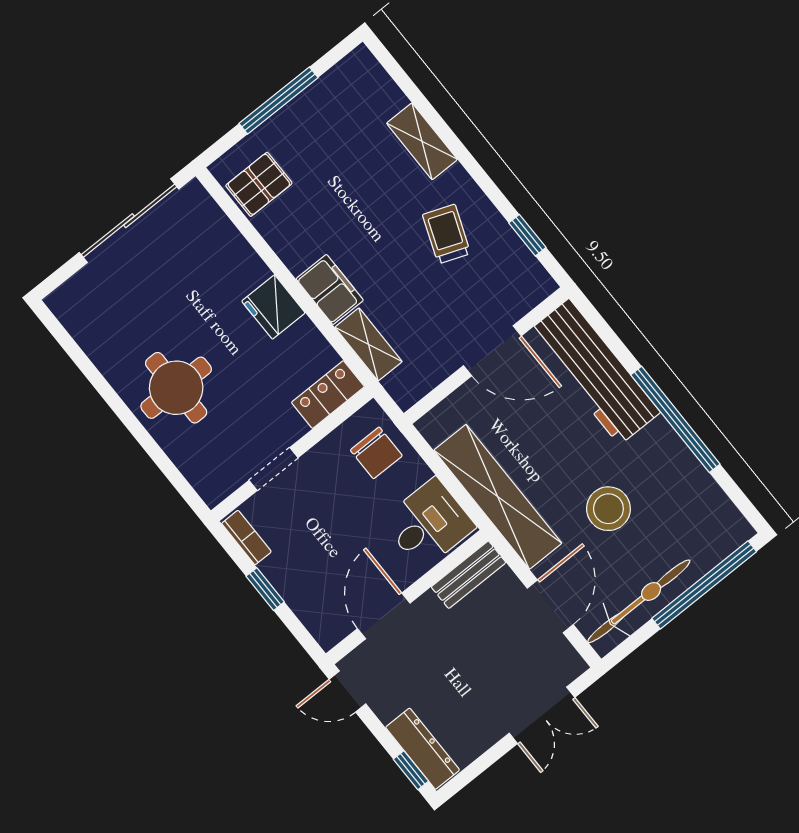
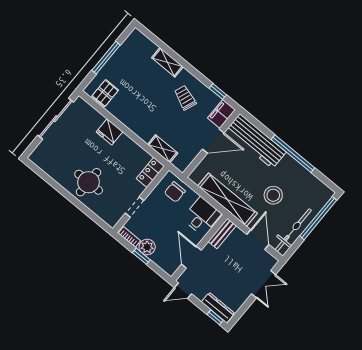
filing cabinet: (330, 289) -> (221, 114), moved, turned -90
fridge: (273, 307) -> (109, 132), moved
chair: (376, 453) -> (175, 192), turned 90
plant: (284, 570) -> (147, 247), added

